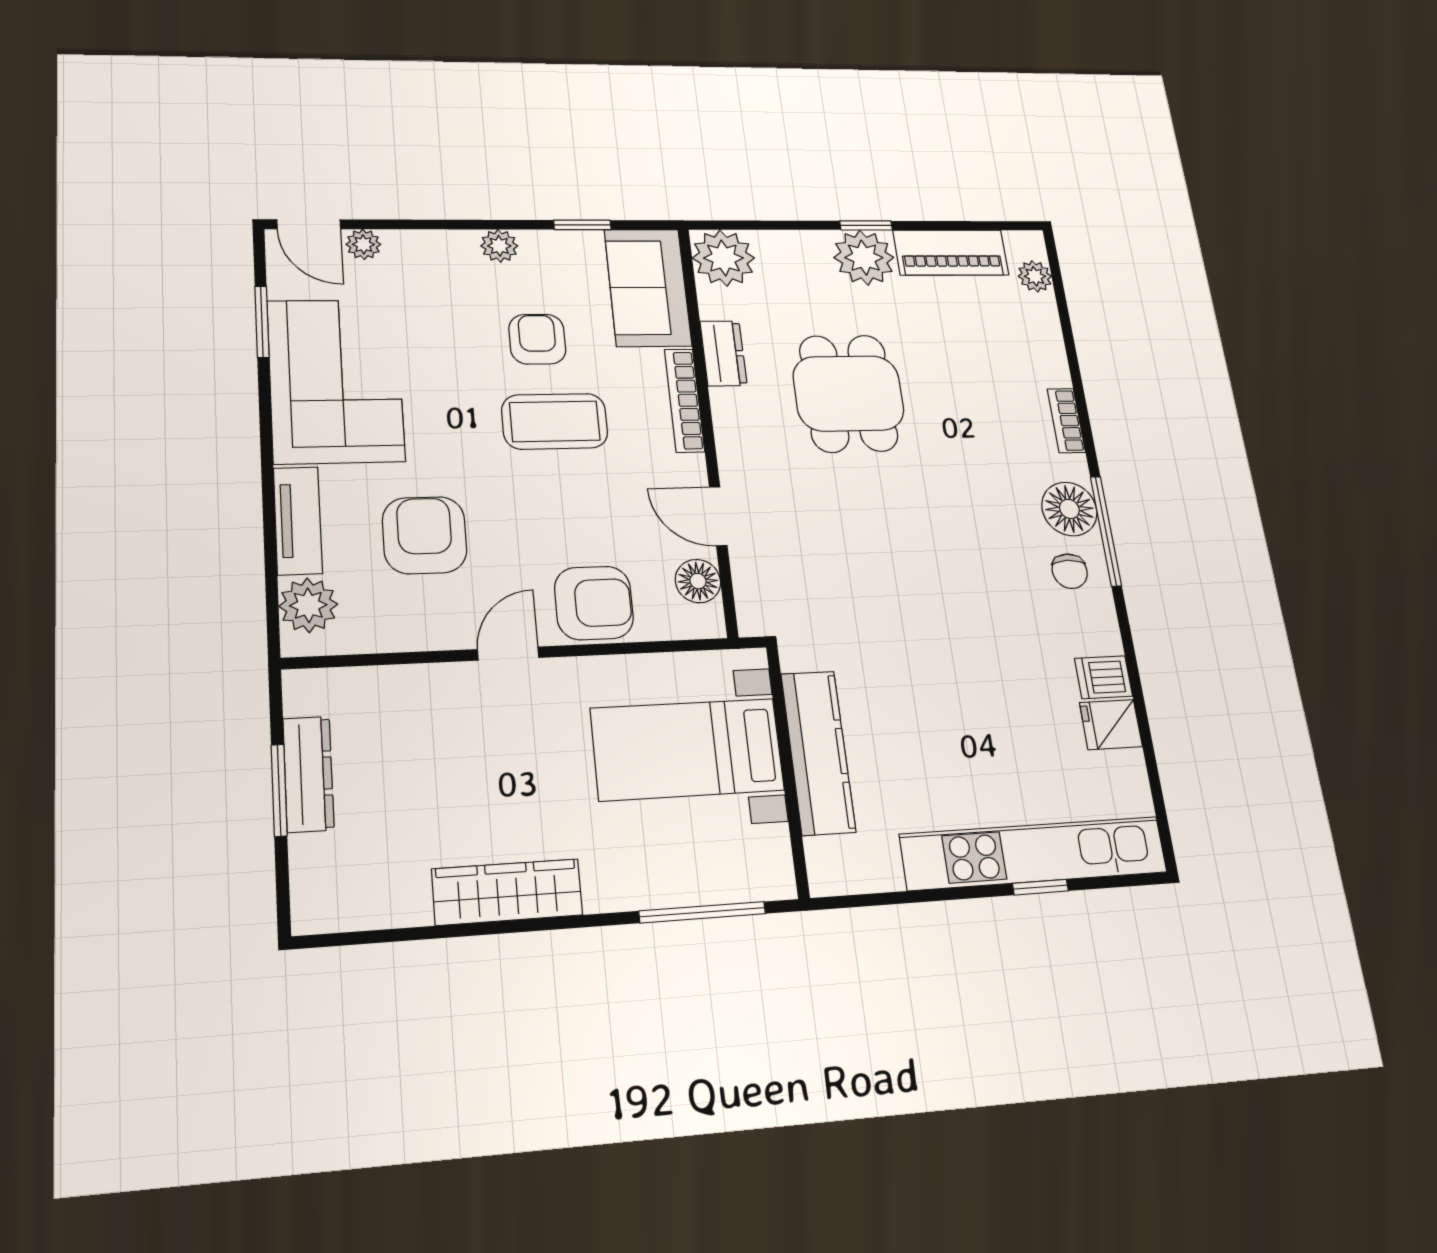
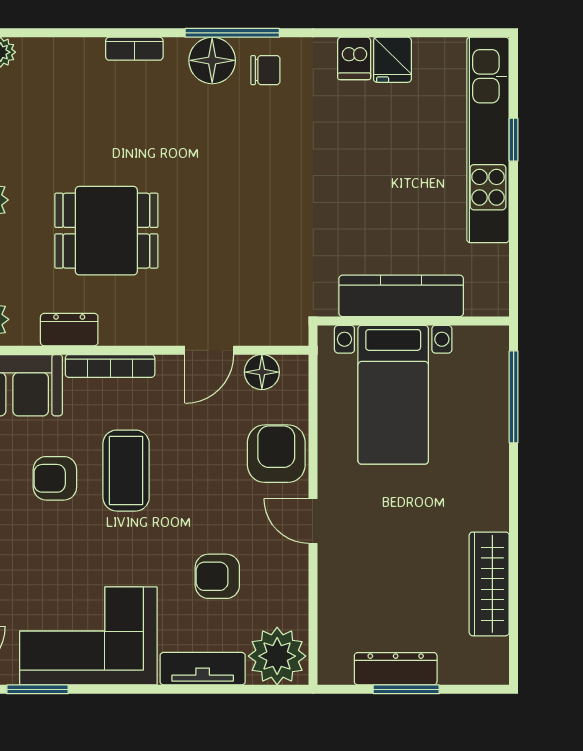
armchair: (425, 535) -> (217, 576), width x0.72, depth x0.72
plant: (308, 605) -> (277, 656), width x1.36, depth x1.36
wardrobe: (507, 892) -> (489, 584), moved

